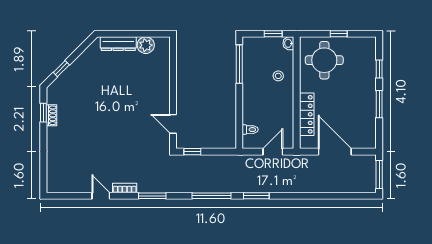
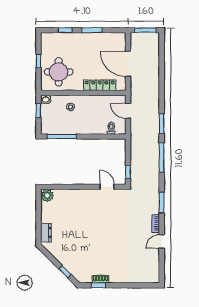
dresser: (118, 44) -> (46, 233), width x0.70
plant: (146, 45) -> (47, 196), moved
door: (173, 124) -> (107, 187), swing flipped
door: (335, 152) -> (128, 64), hinge flipped

